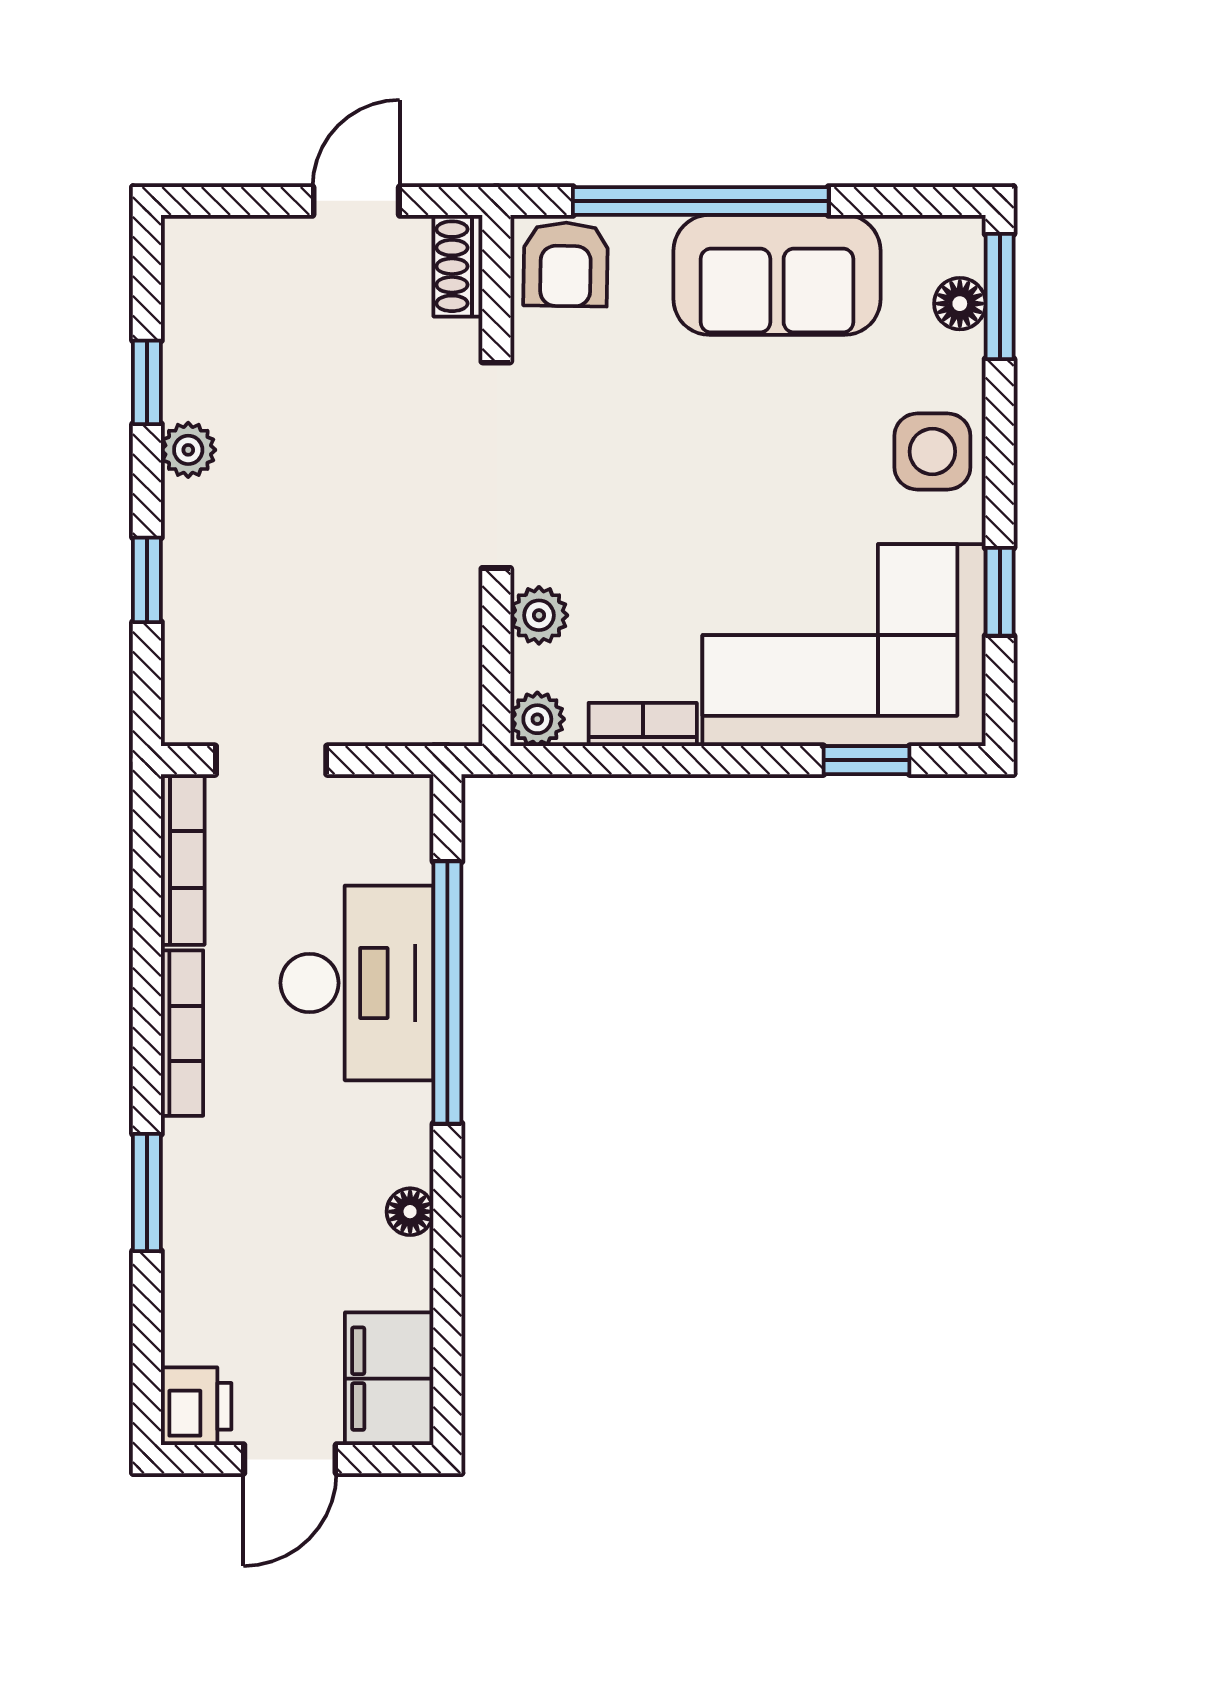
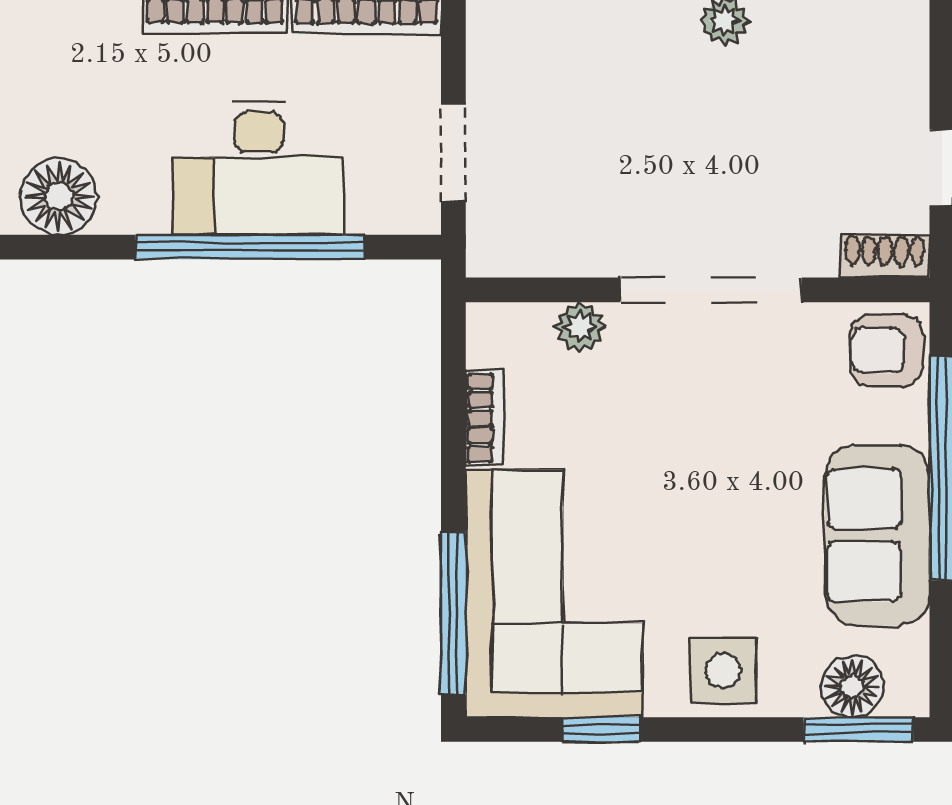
floor lamp: (960, 304) -> (852, 686), width x1.37, depth x1.37
plant: (537, 719) -> (489, 326), removed
doorway: (271, 760) -> (453, 152), moved
window: (866, 760) -> (453, 613), width x2.17
floor lamp: (410, 1212) -> (59, 196), width x1.89, depth x1.89

